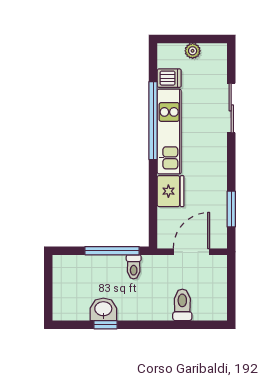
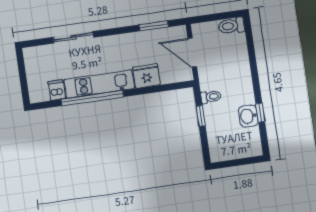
plant: (193, 51) -> (32, 75), removed
window: (112, 251) -> (201, 116), width x0.46
toilet: (182, 305) -> (231, 26), moved

